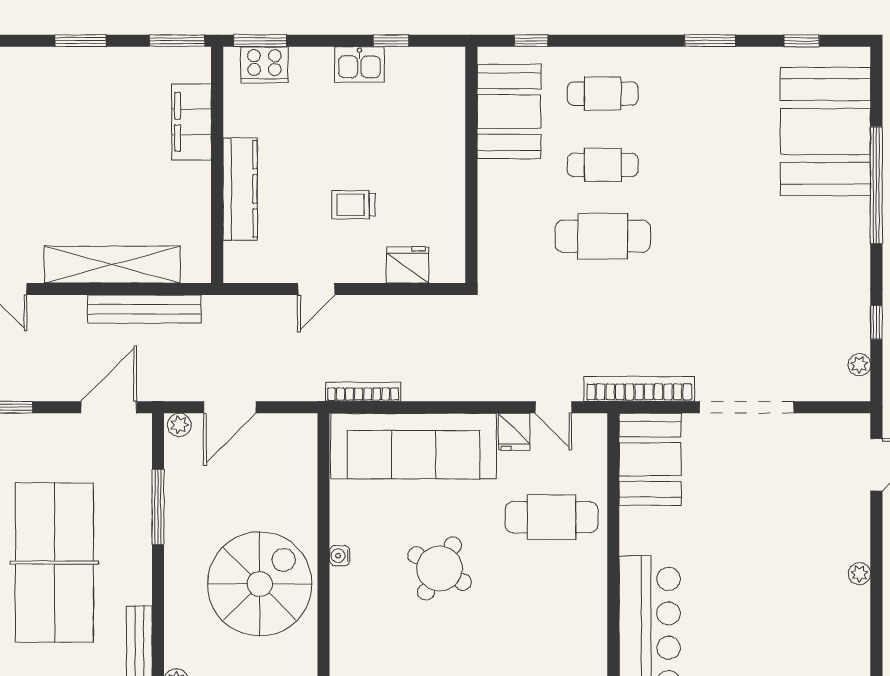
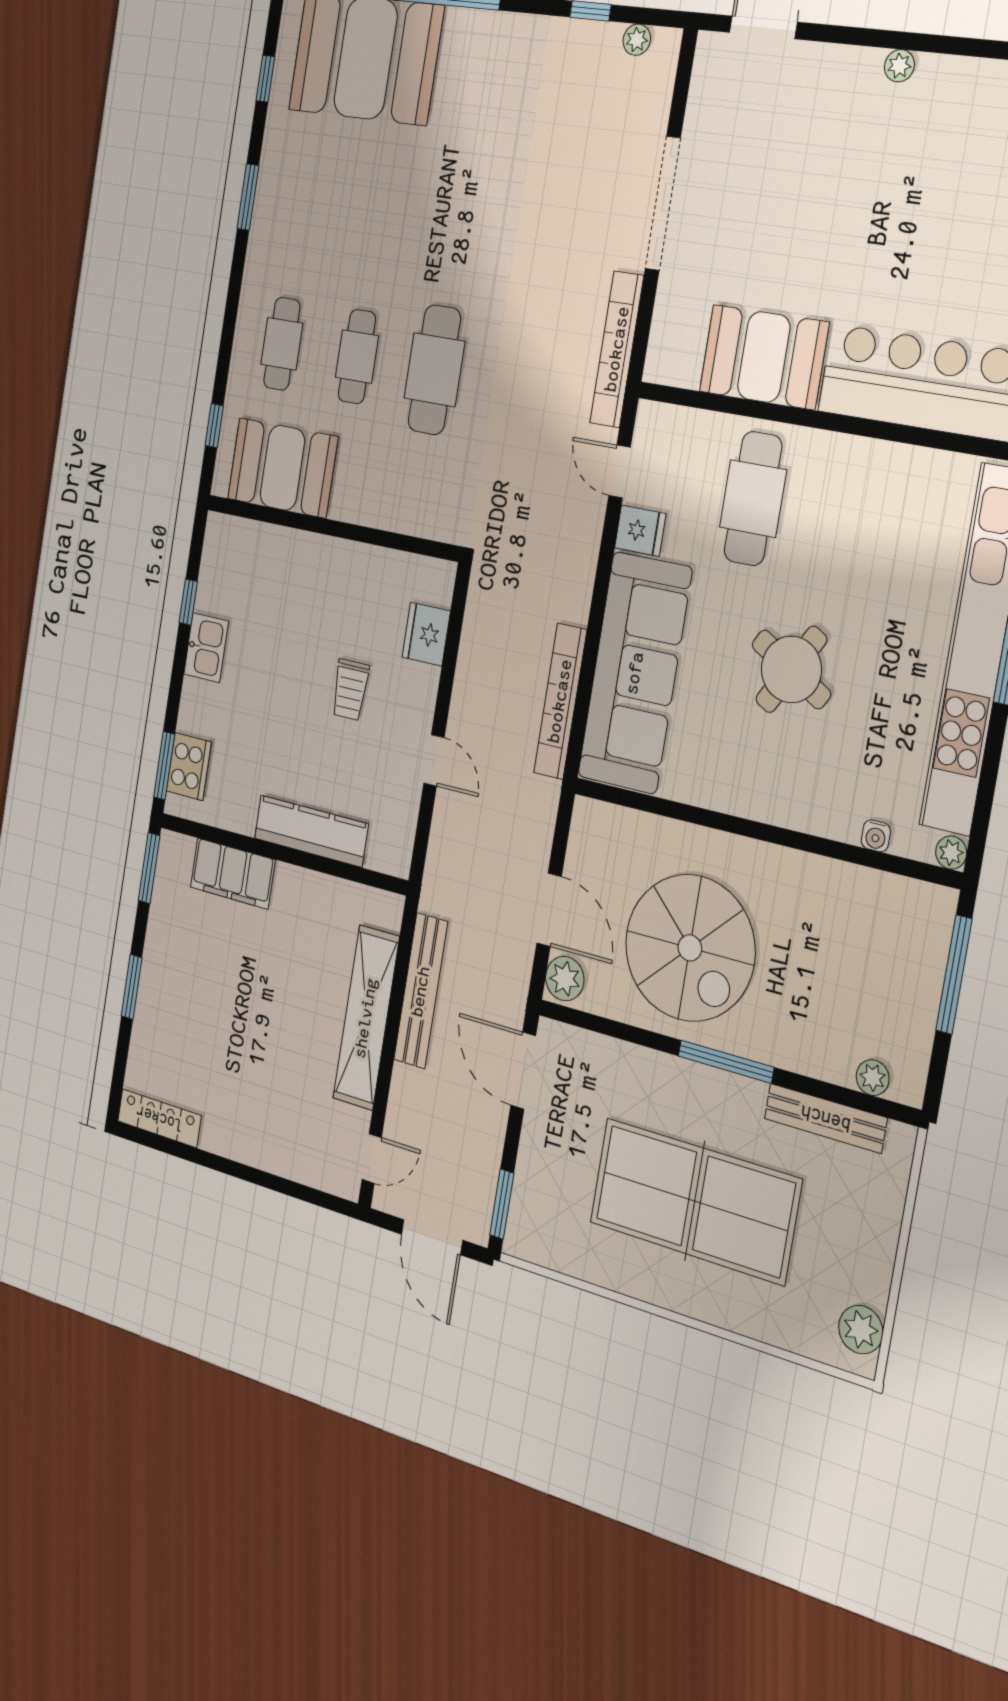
bookcase: (363, 392) -> (560, 701), width x1.48, depth x1.31
door: (553, 407) -> (620, 471), swing flipped
plant: (179, 425) -> (565, 979), width x1.38, depth x1.38
booth: (650, 459) -> (764, 357), moved
window: (158, 507) -> (726, 1062), moved
water cooler: (340, 556) -> (876, 836), moved
spiral stairs: (260, 584) -> (690, 948), moved, turned 180

